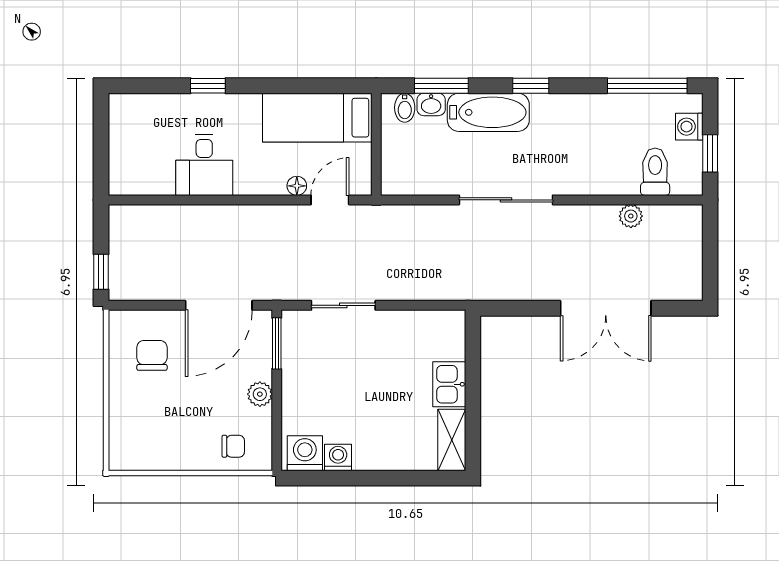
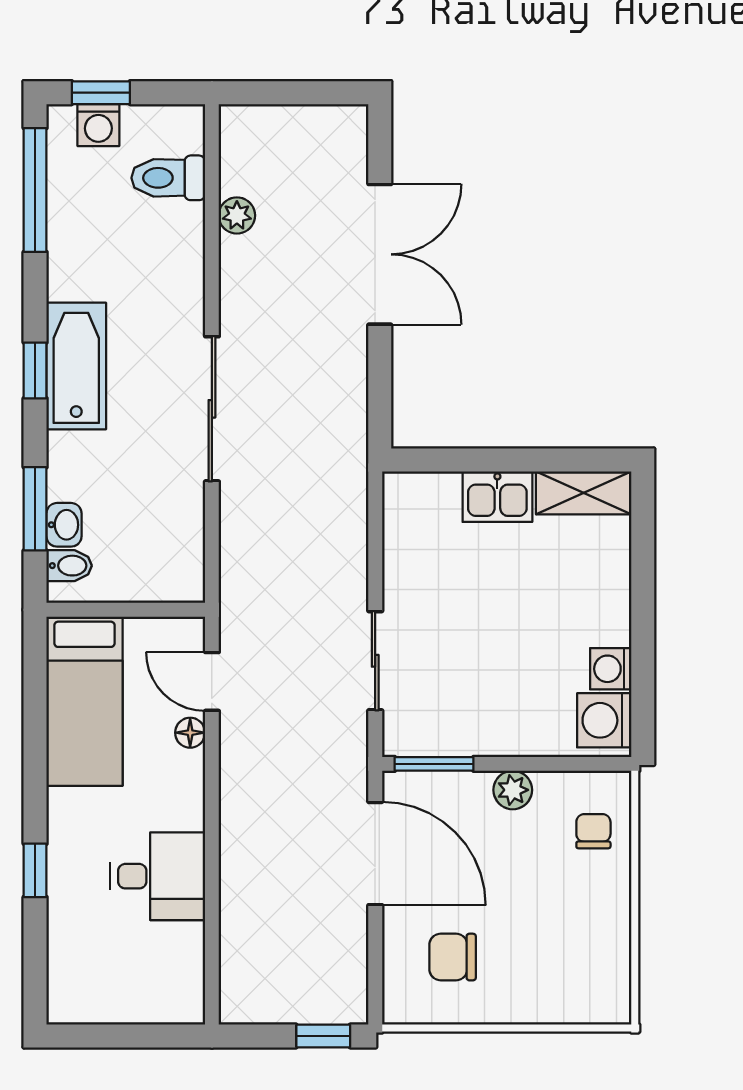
bathtub: (488, 112) -> (76, 366), moved
window: (710, 153) -> (101, 93), moved

